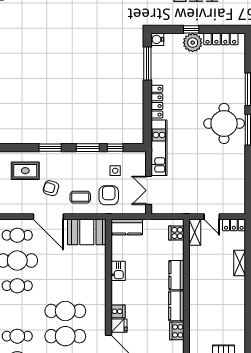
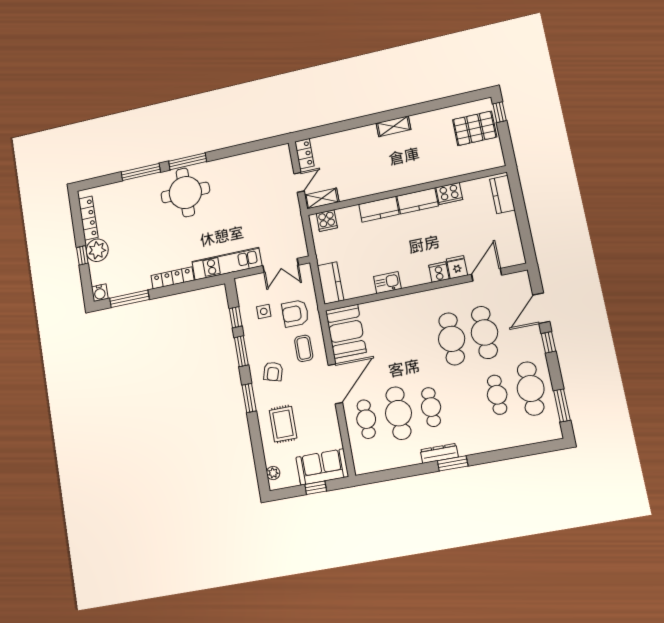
armchair: (51, 188) -> (273, 372), moved
shelving: (240, 263) -> (394, 126), moved

